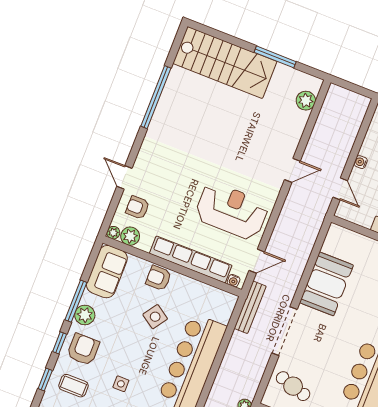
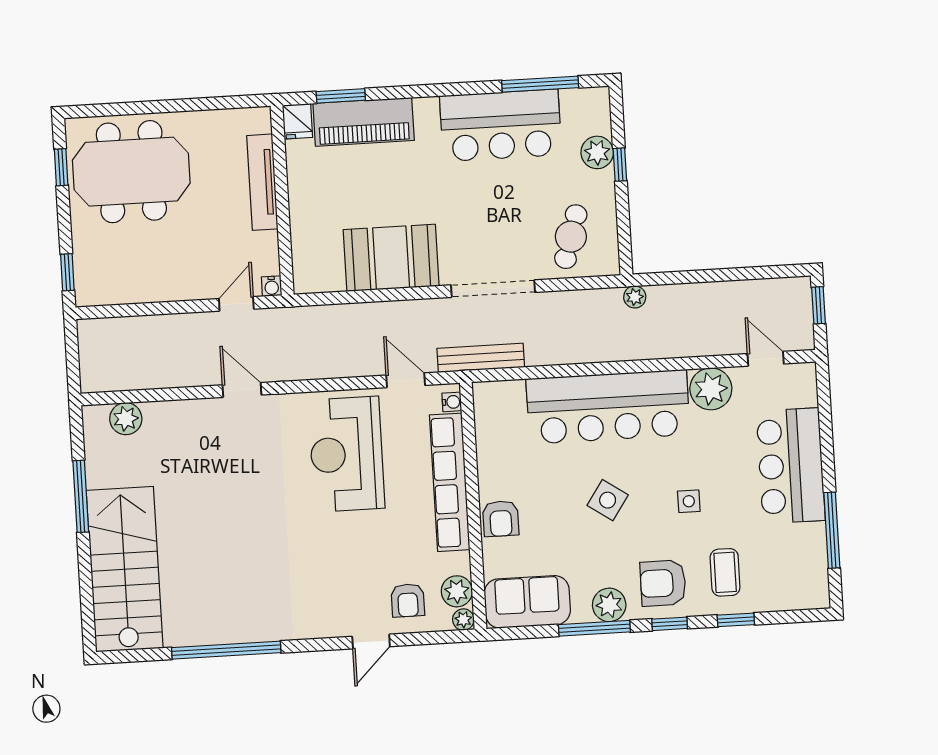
water cooler: (361, 162) -> (272, 286), moved
side table: (155, 317) -> (608, 500), moved

